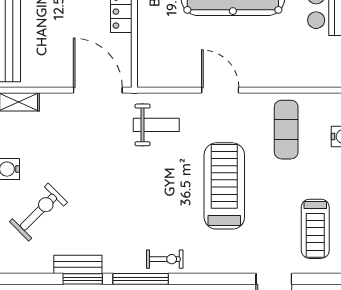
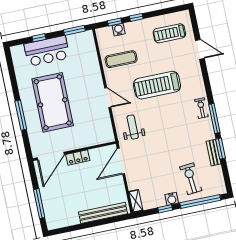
door: (220, 90) -> (108, 98), swing flipped
exercise bike: (38, 212) -> (191, 179), turned 40
treadmill: (315, 229) -> (169, 33), turned 180

